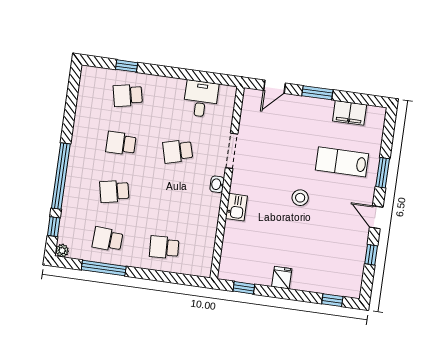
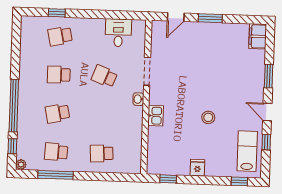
filing cabinet: (350, 113) -> (258, 36), moved, turned 90
school desk: (178, 151) -> (104, 76), turned 36
lab bench: (342, 162) -> (247, 151), moved, turned 90
stool: (300, 198) -> (208, 117), moved

